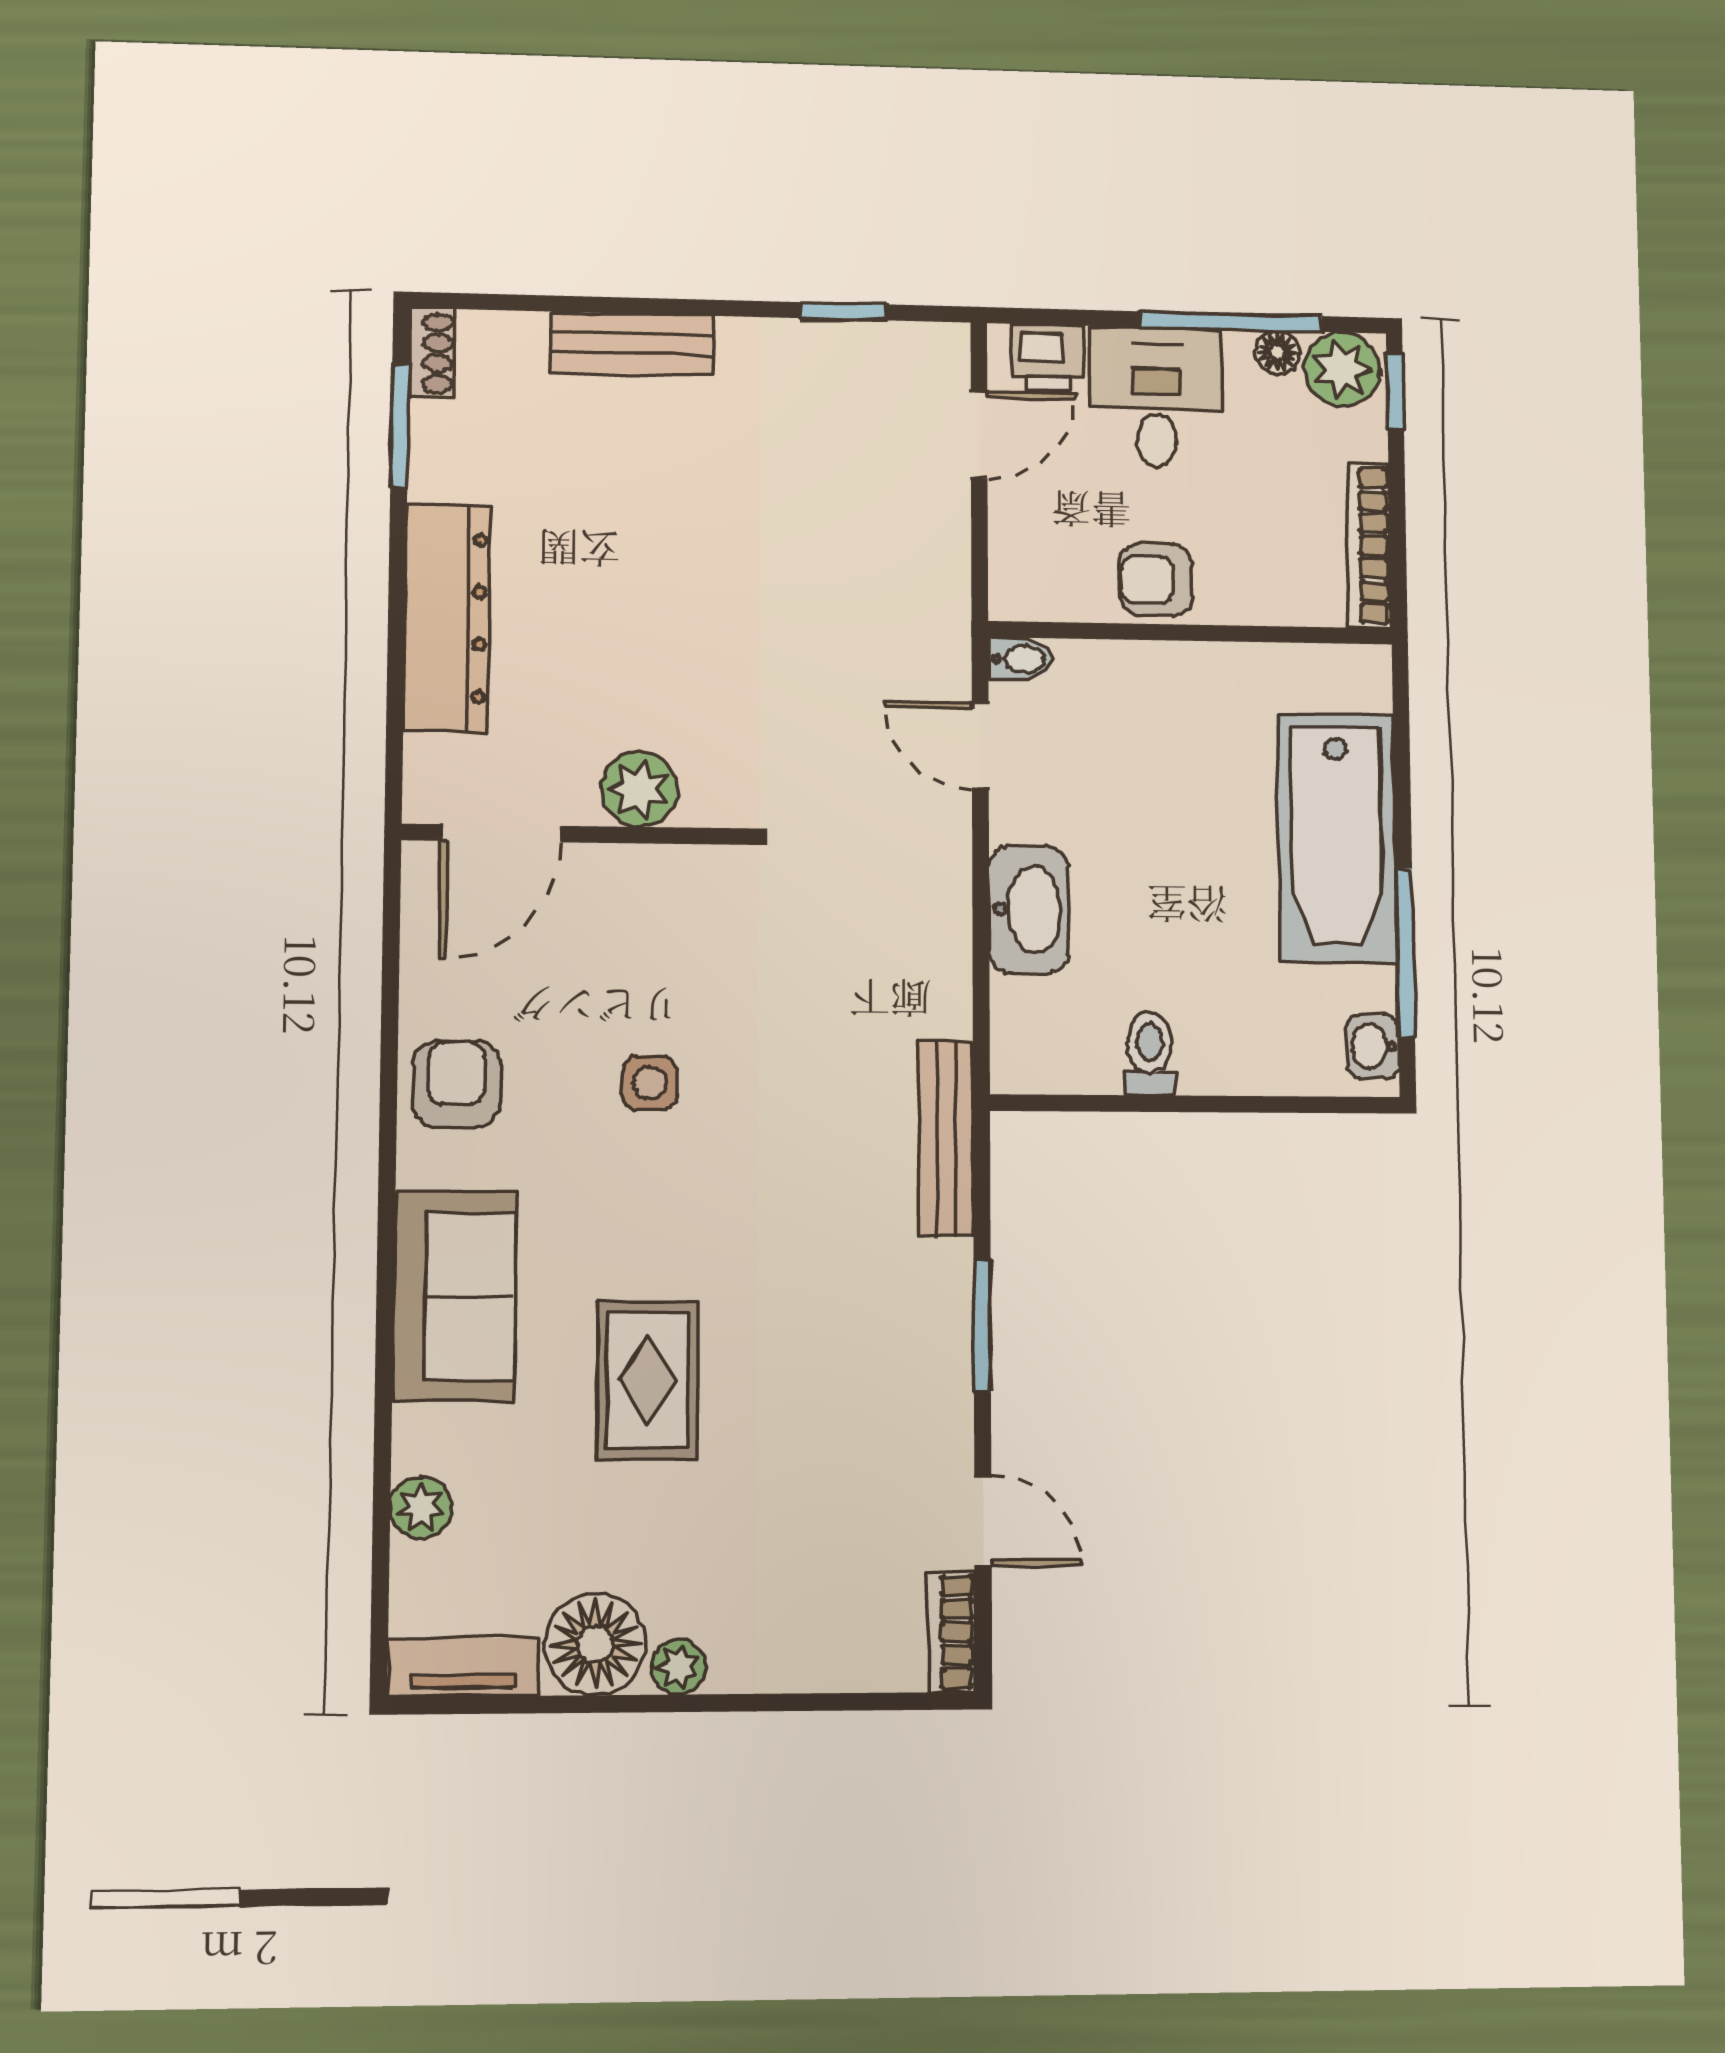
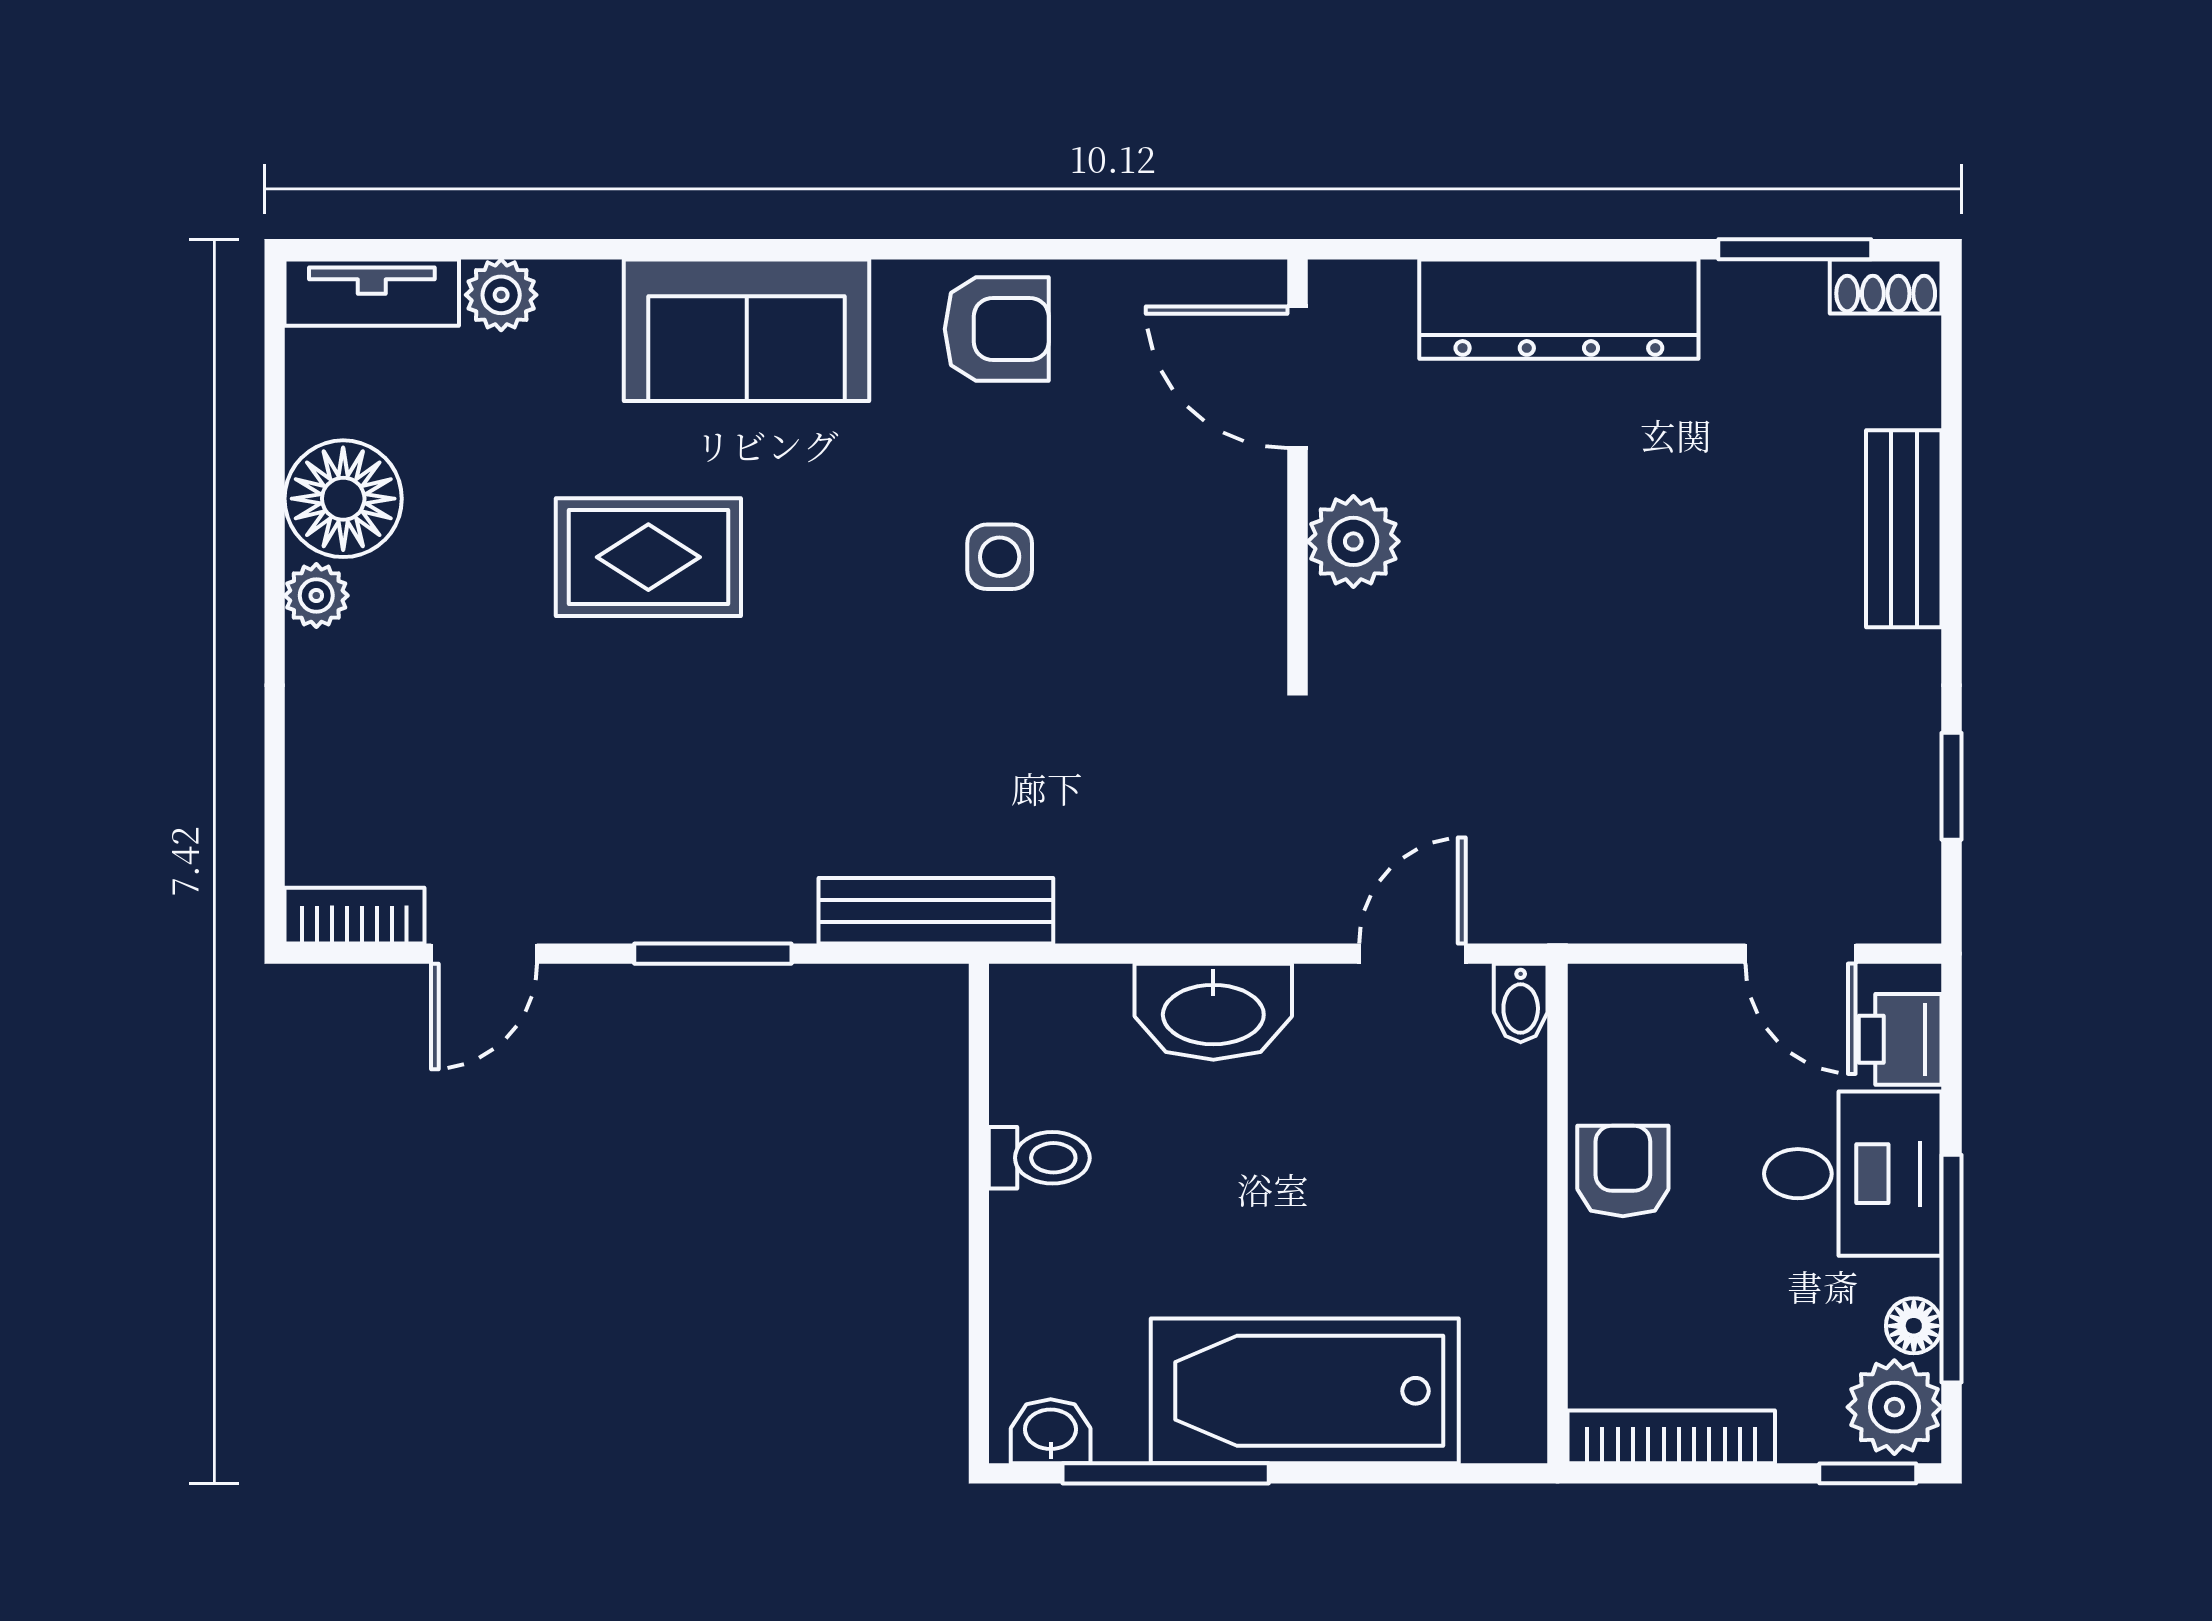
tv unit: (463, 1667) -> (372, 293), moved, turned 90

